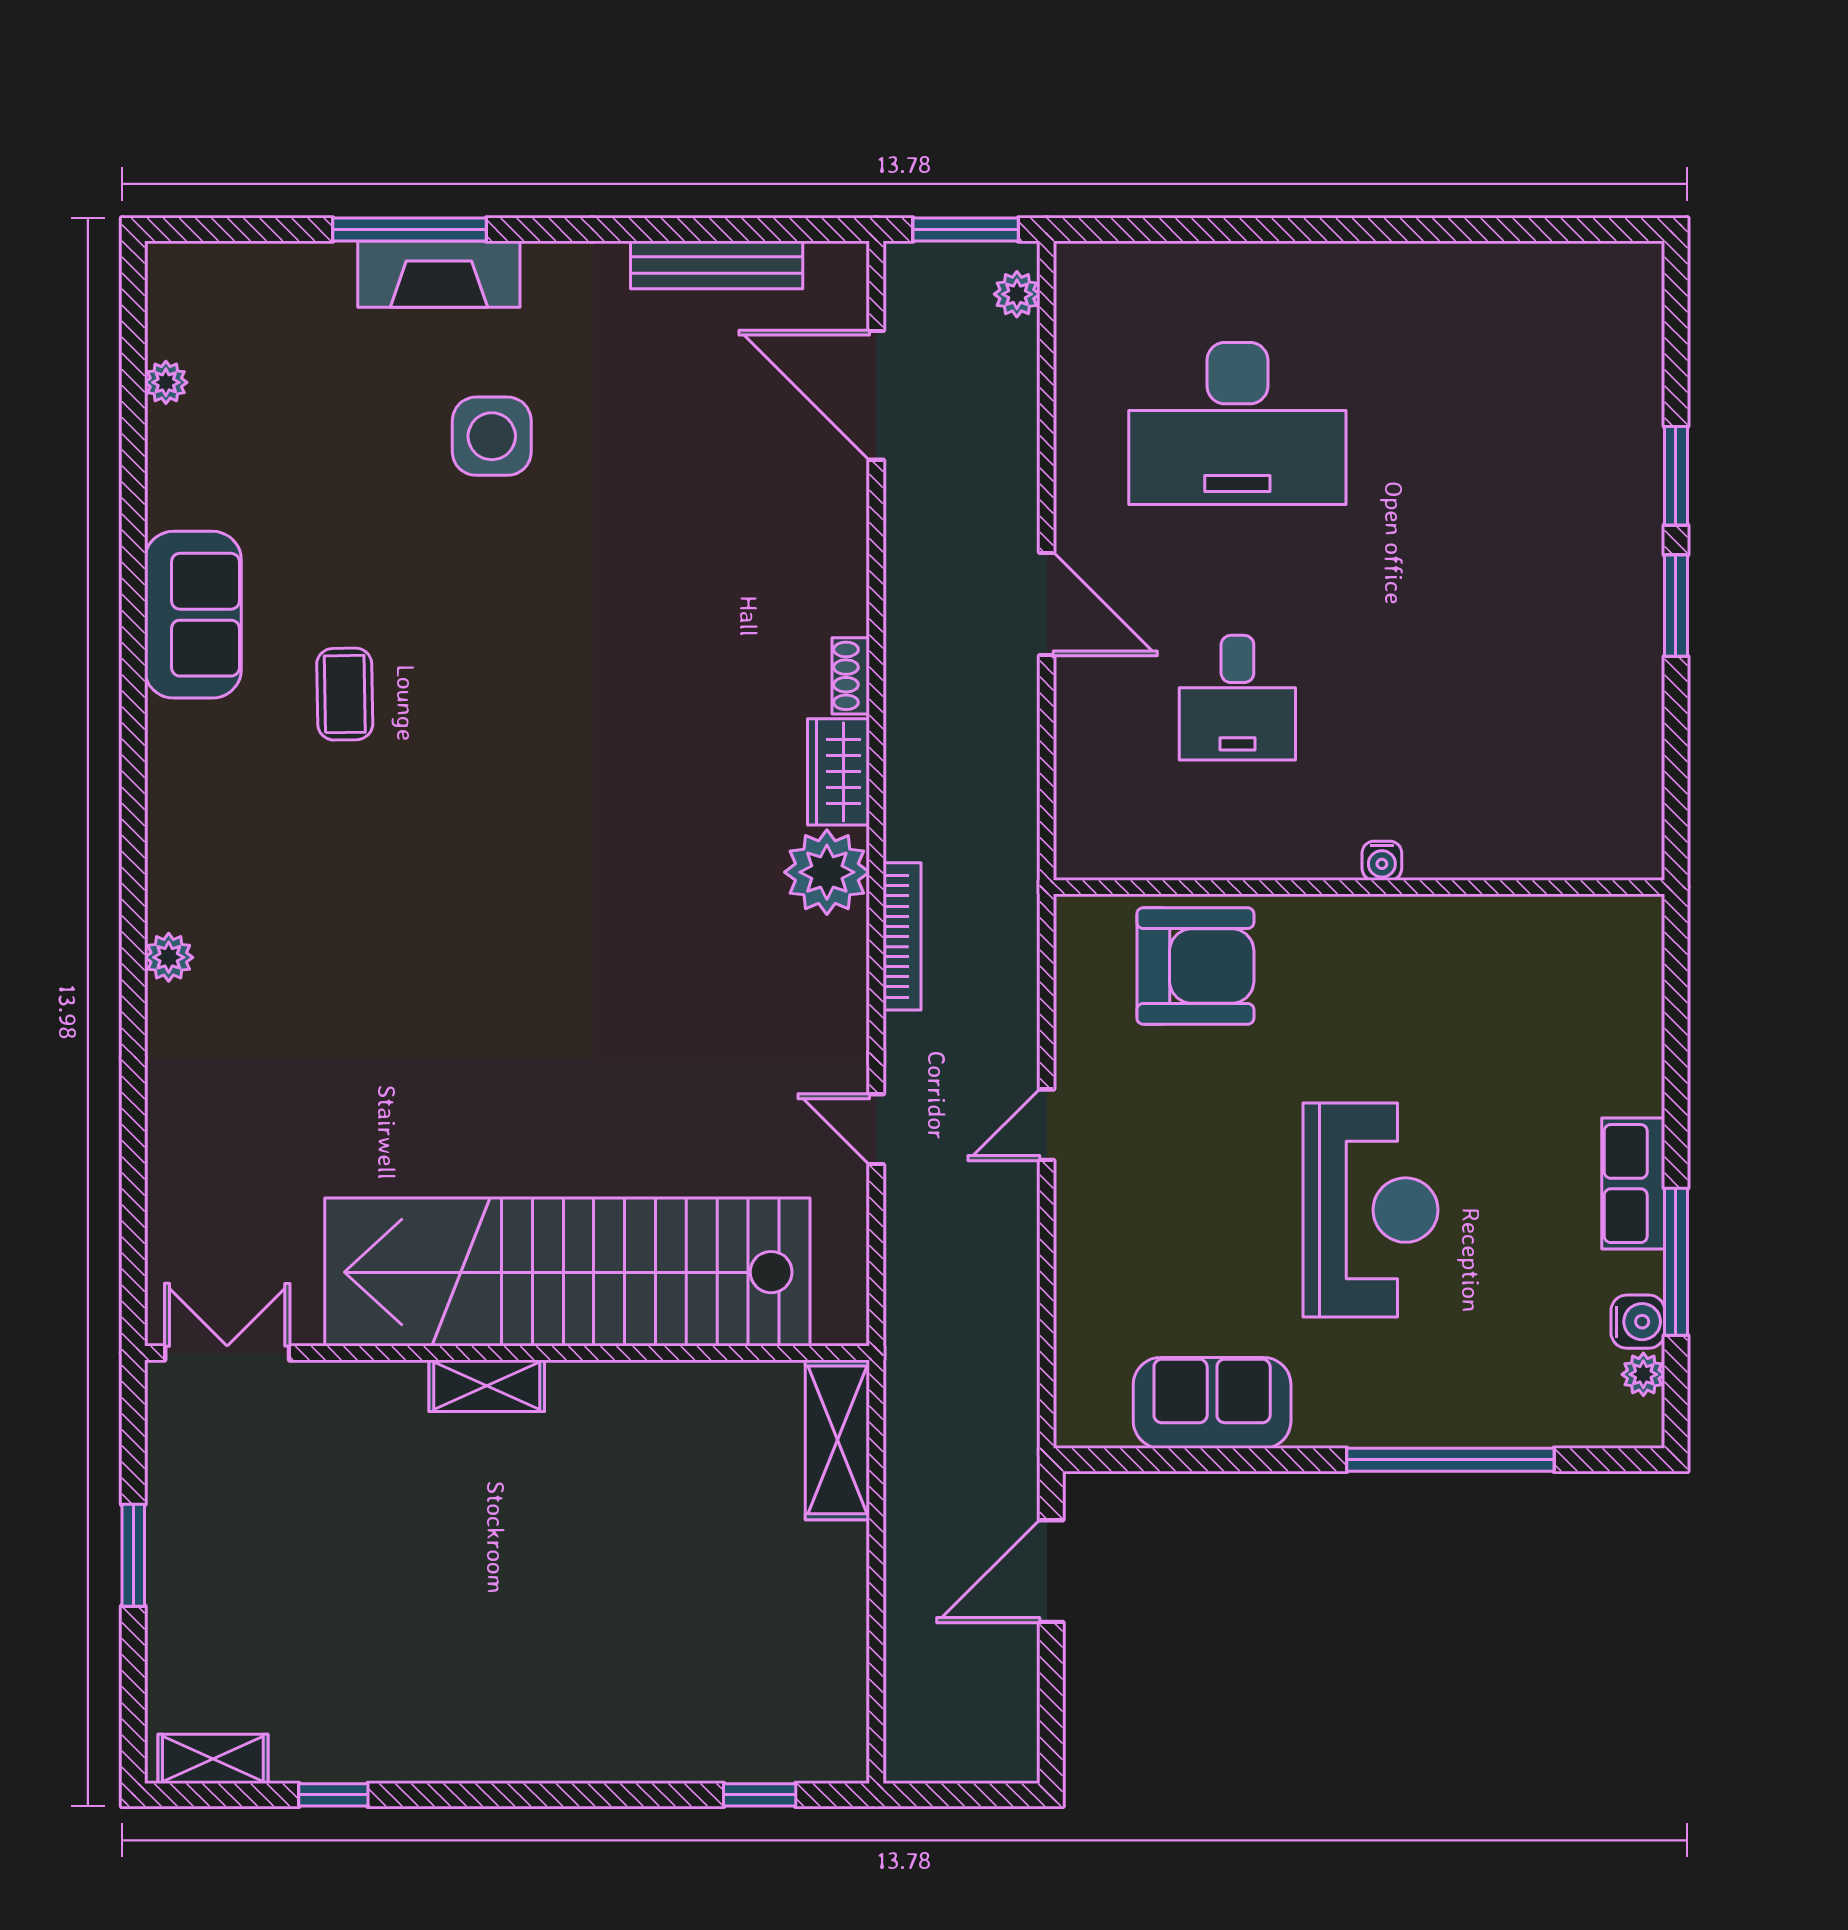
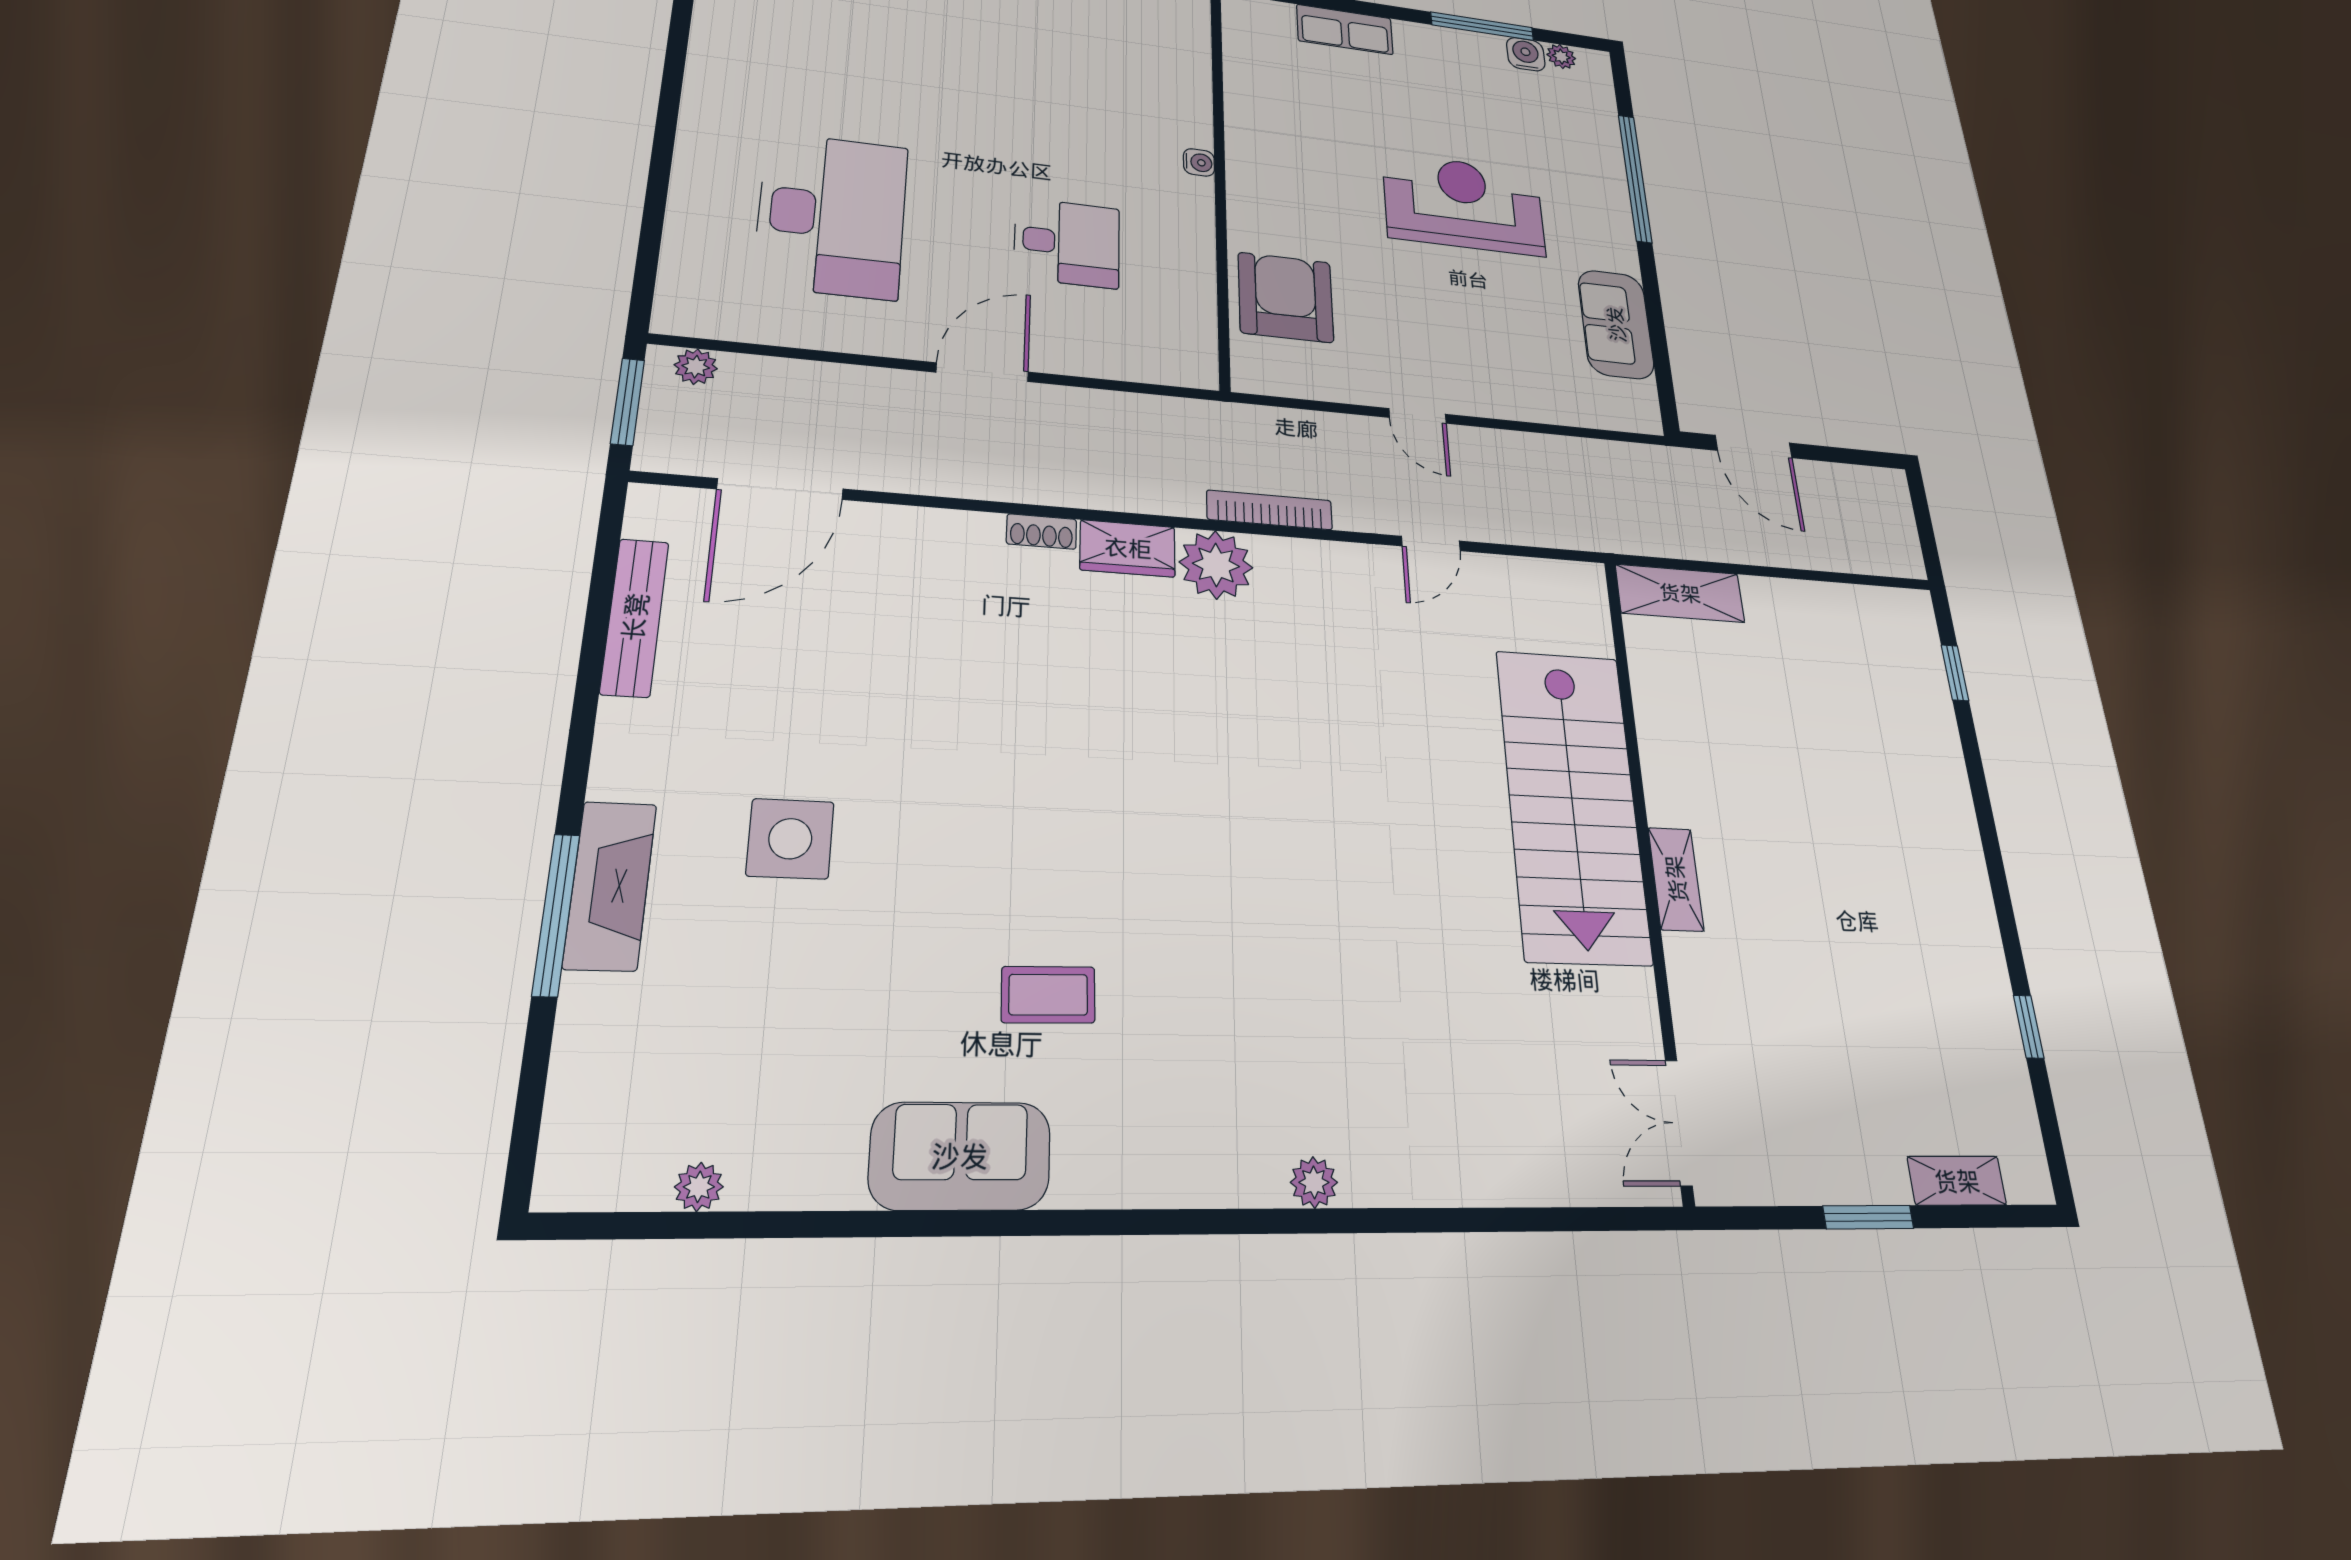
row of seats: (1633, 1184) -> (1345, 30), moved
stairs: (567, 1272) -> (1572, 804), width x0.73
shelving: (213, 1759) -> (1957, 1181), moved, turned 90

